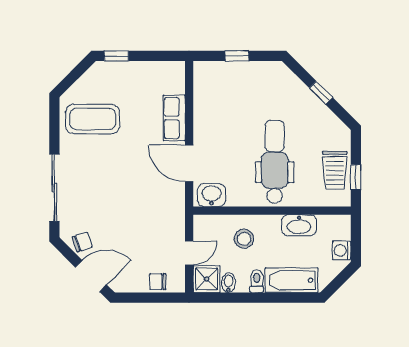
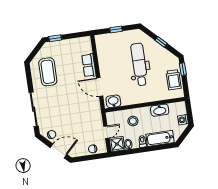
coffee table: (93, 119) -> (48, 72), turned 90
dental chair: (275, 162) -> (139, 64), moved
window: (356, 177) -> (183, 69), moved

